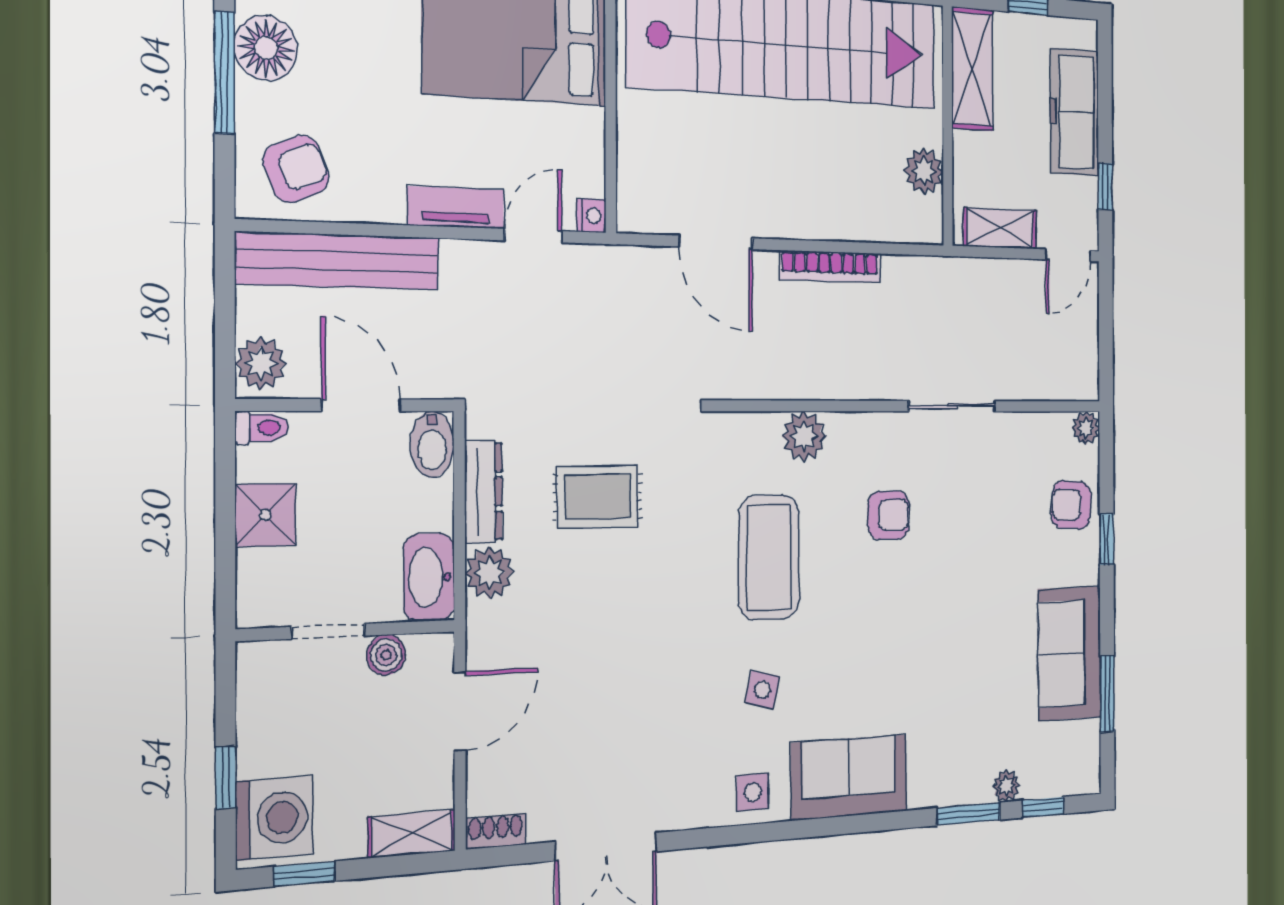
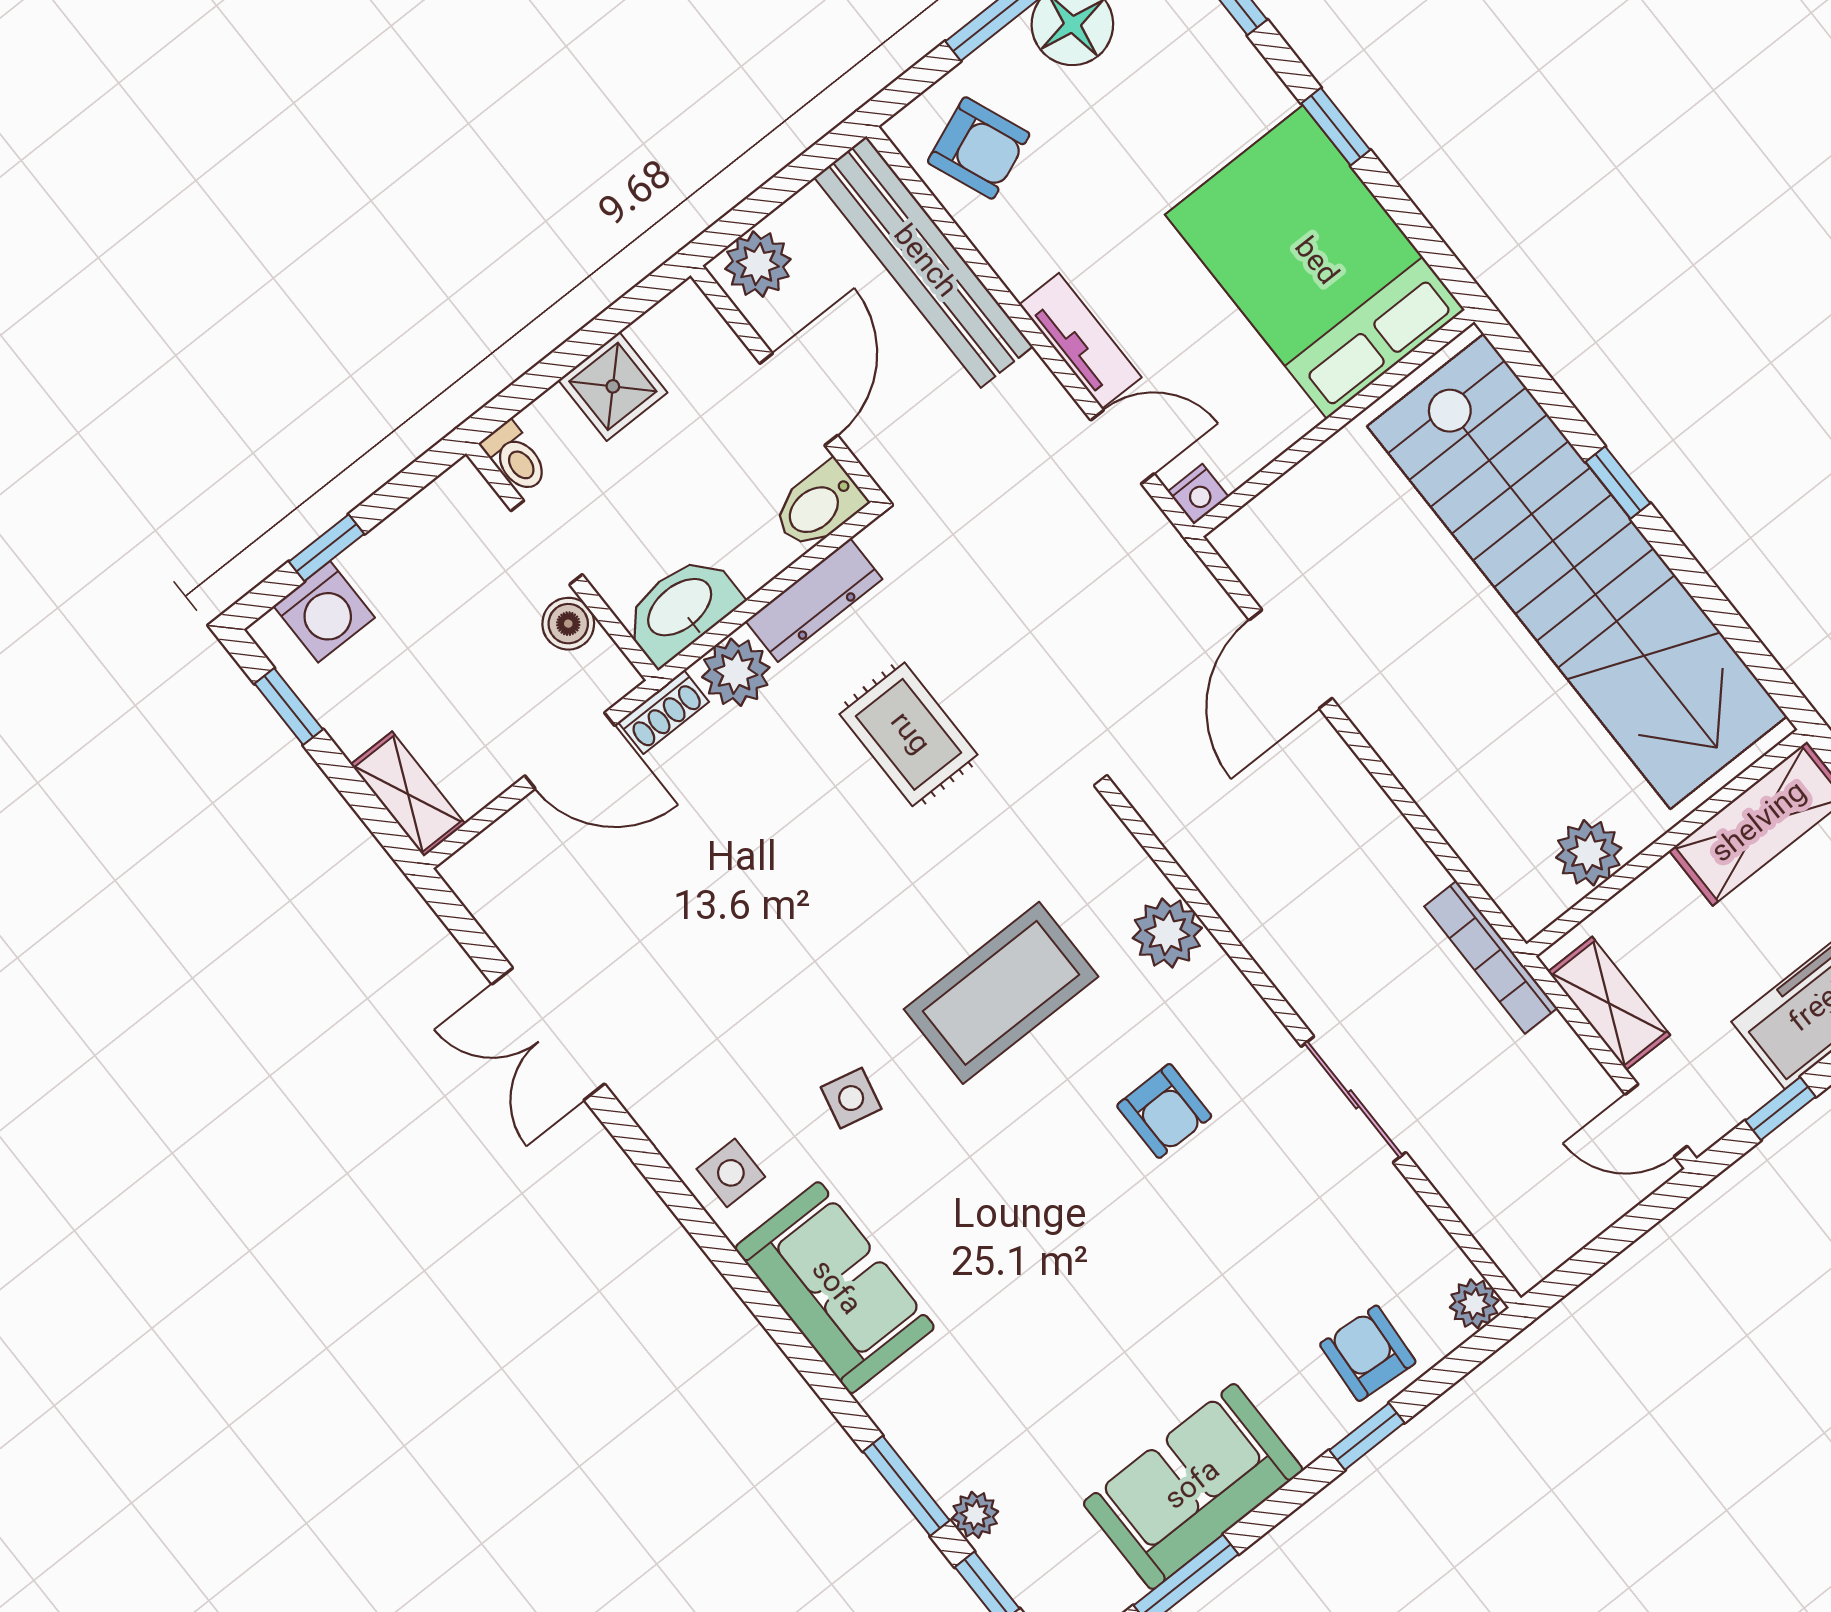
bookcase: (830, 267) -> (1491, 957), moved
toilet: (262, 428) -> (515, 457), moved
washing machine: (274, 818) -> (324, 612), width x0.73, depth x0.73
shoe rack: (496, 831) -> (664, 712), moved, turned 90

